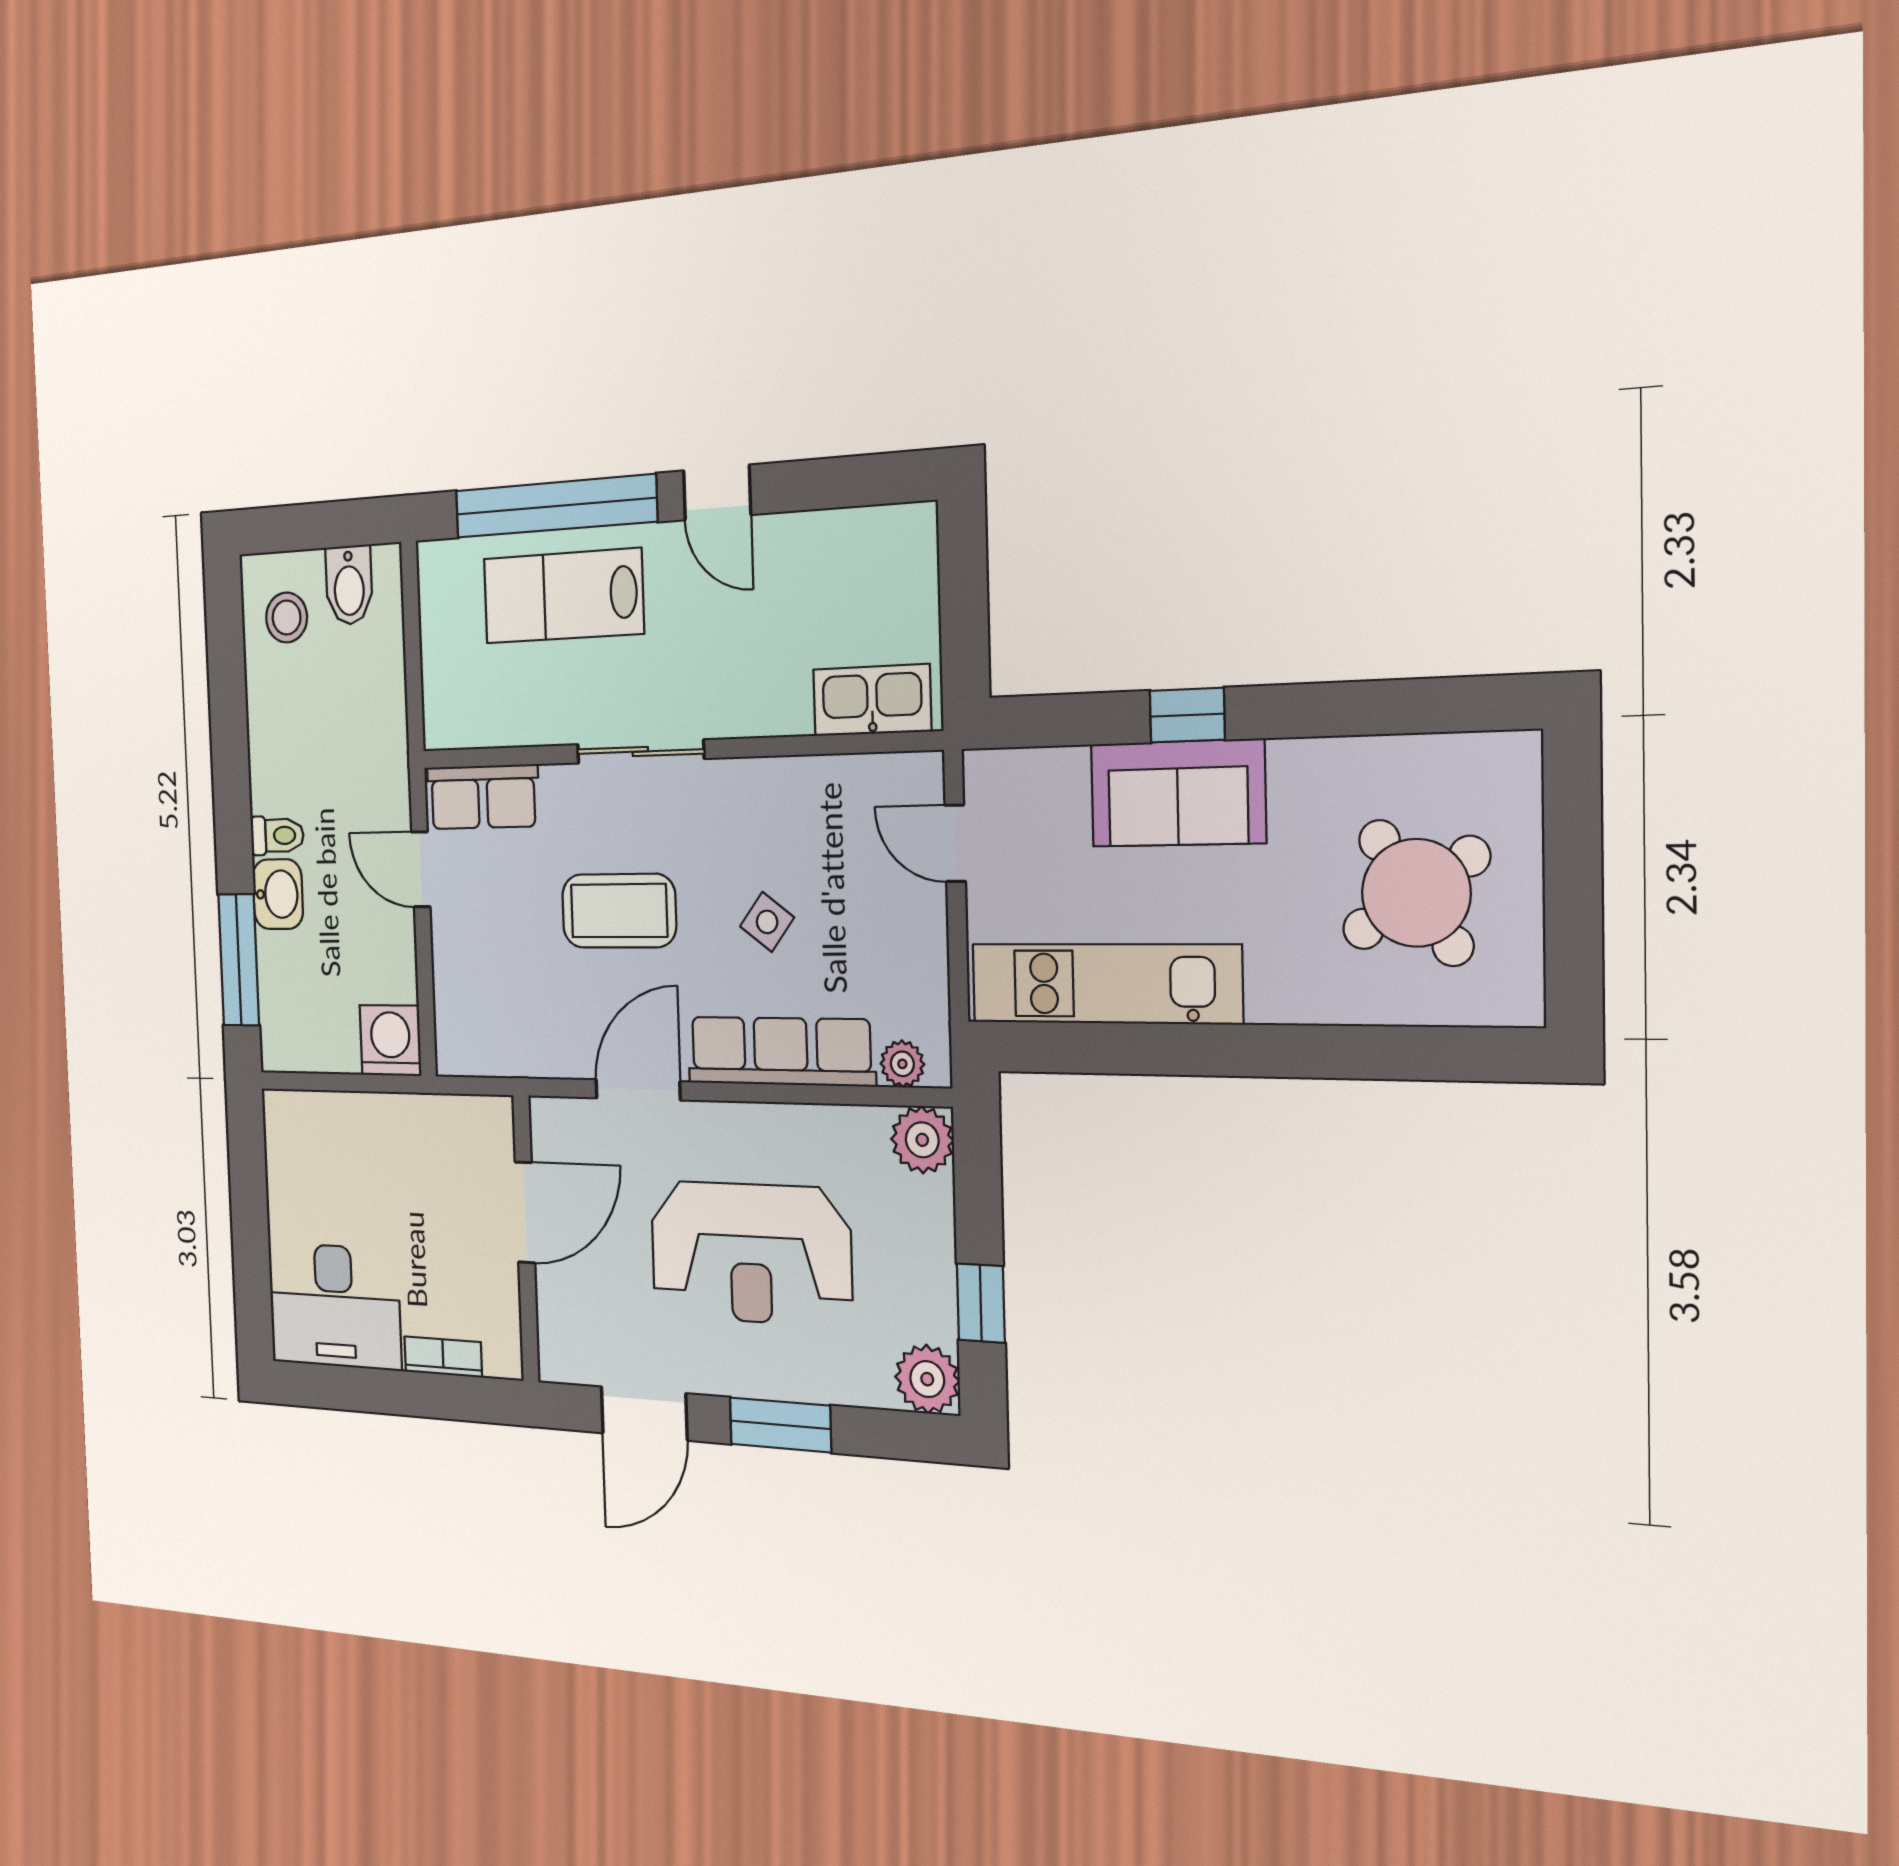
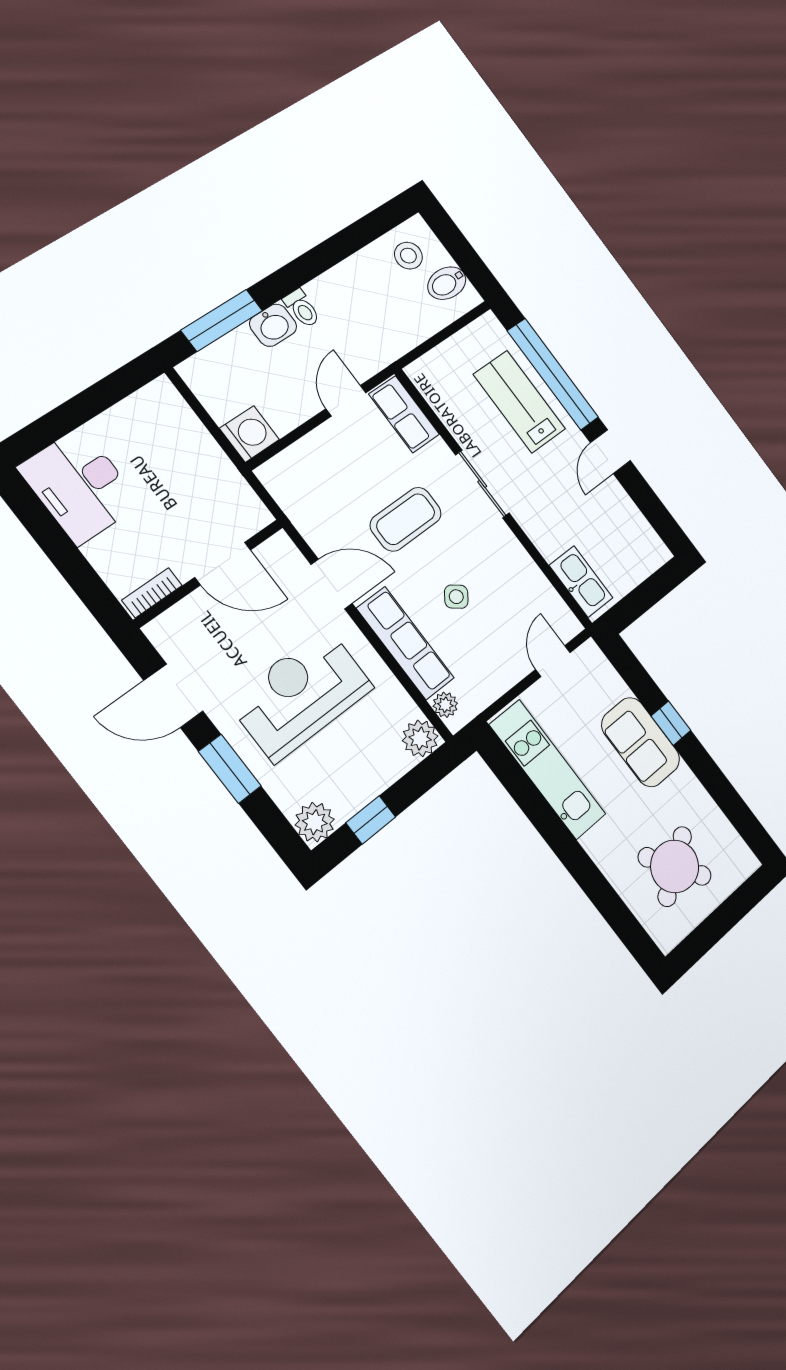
coffee table: (619, 911) -> (406, 519), turned 90
reception desk: (750, 1253) -> (301, 694), turned 90
bookcase: (443, 1357) -> (152, 593), moved, turned -90

